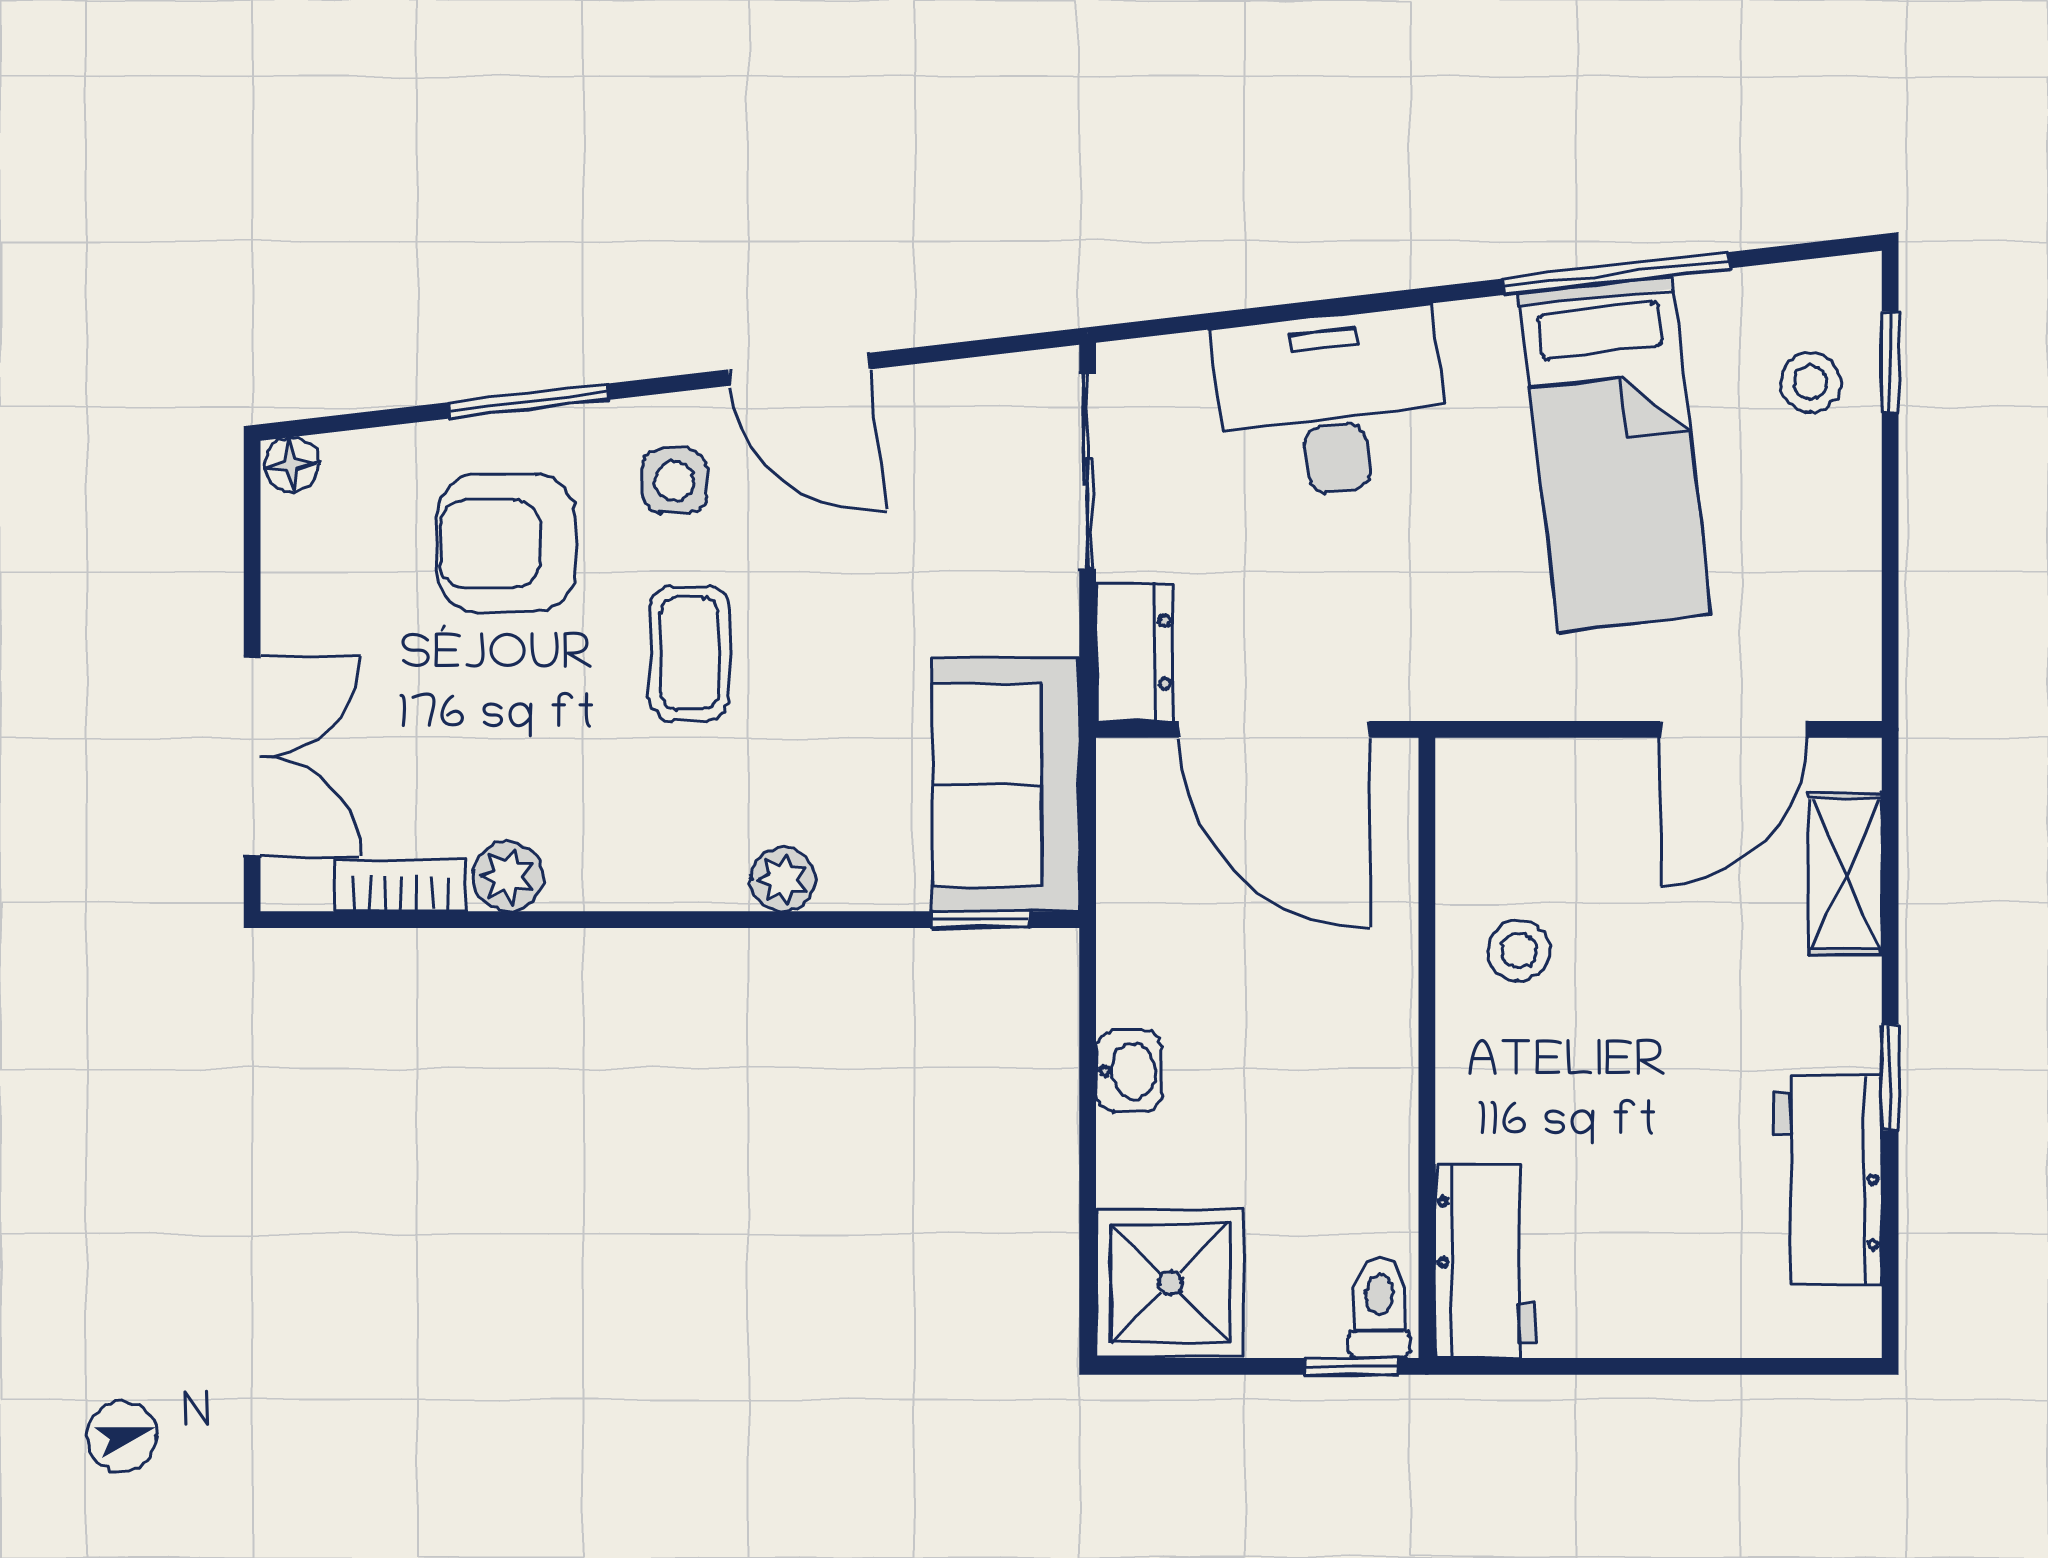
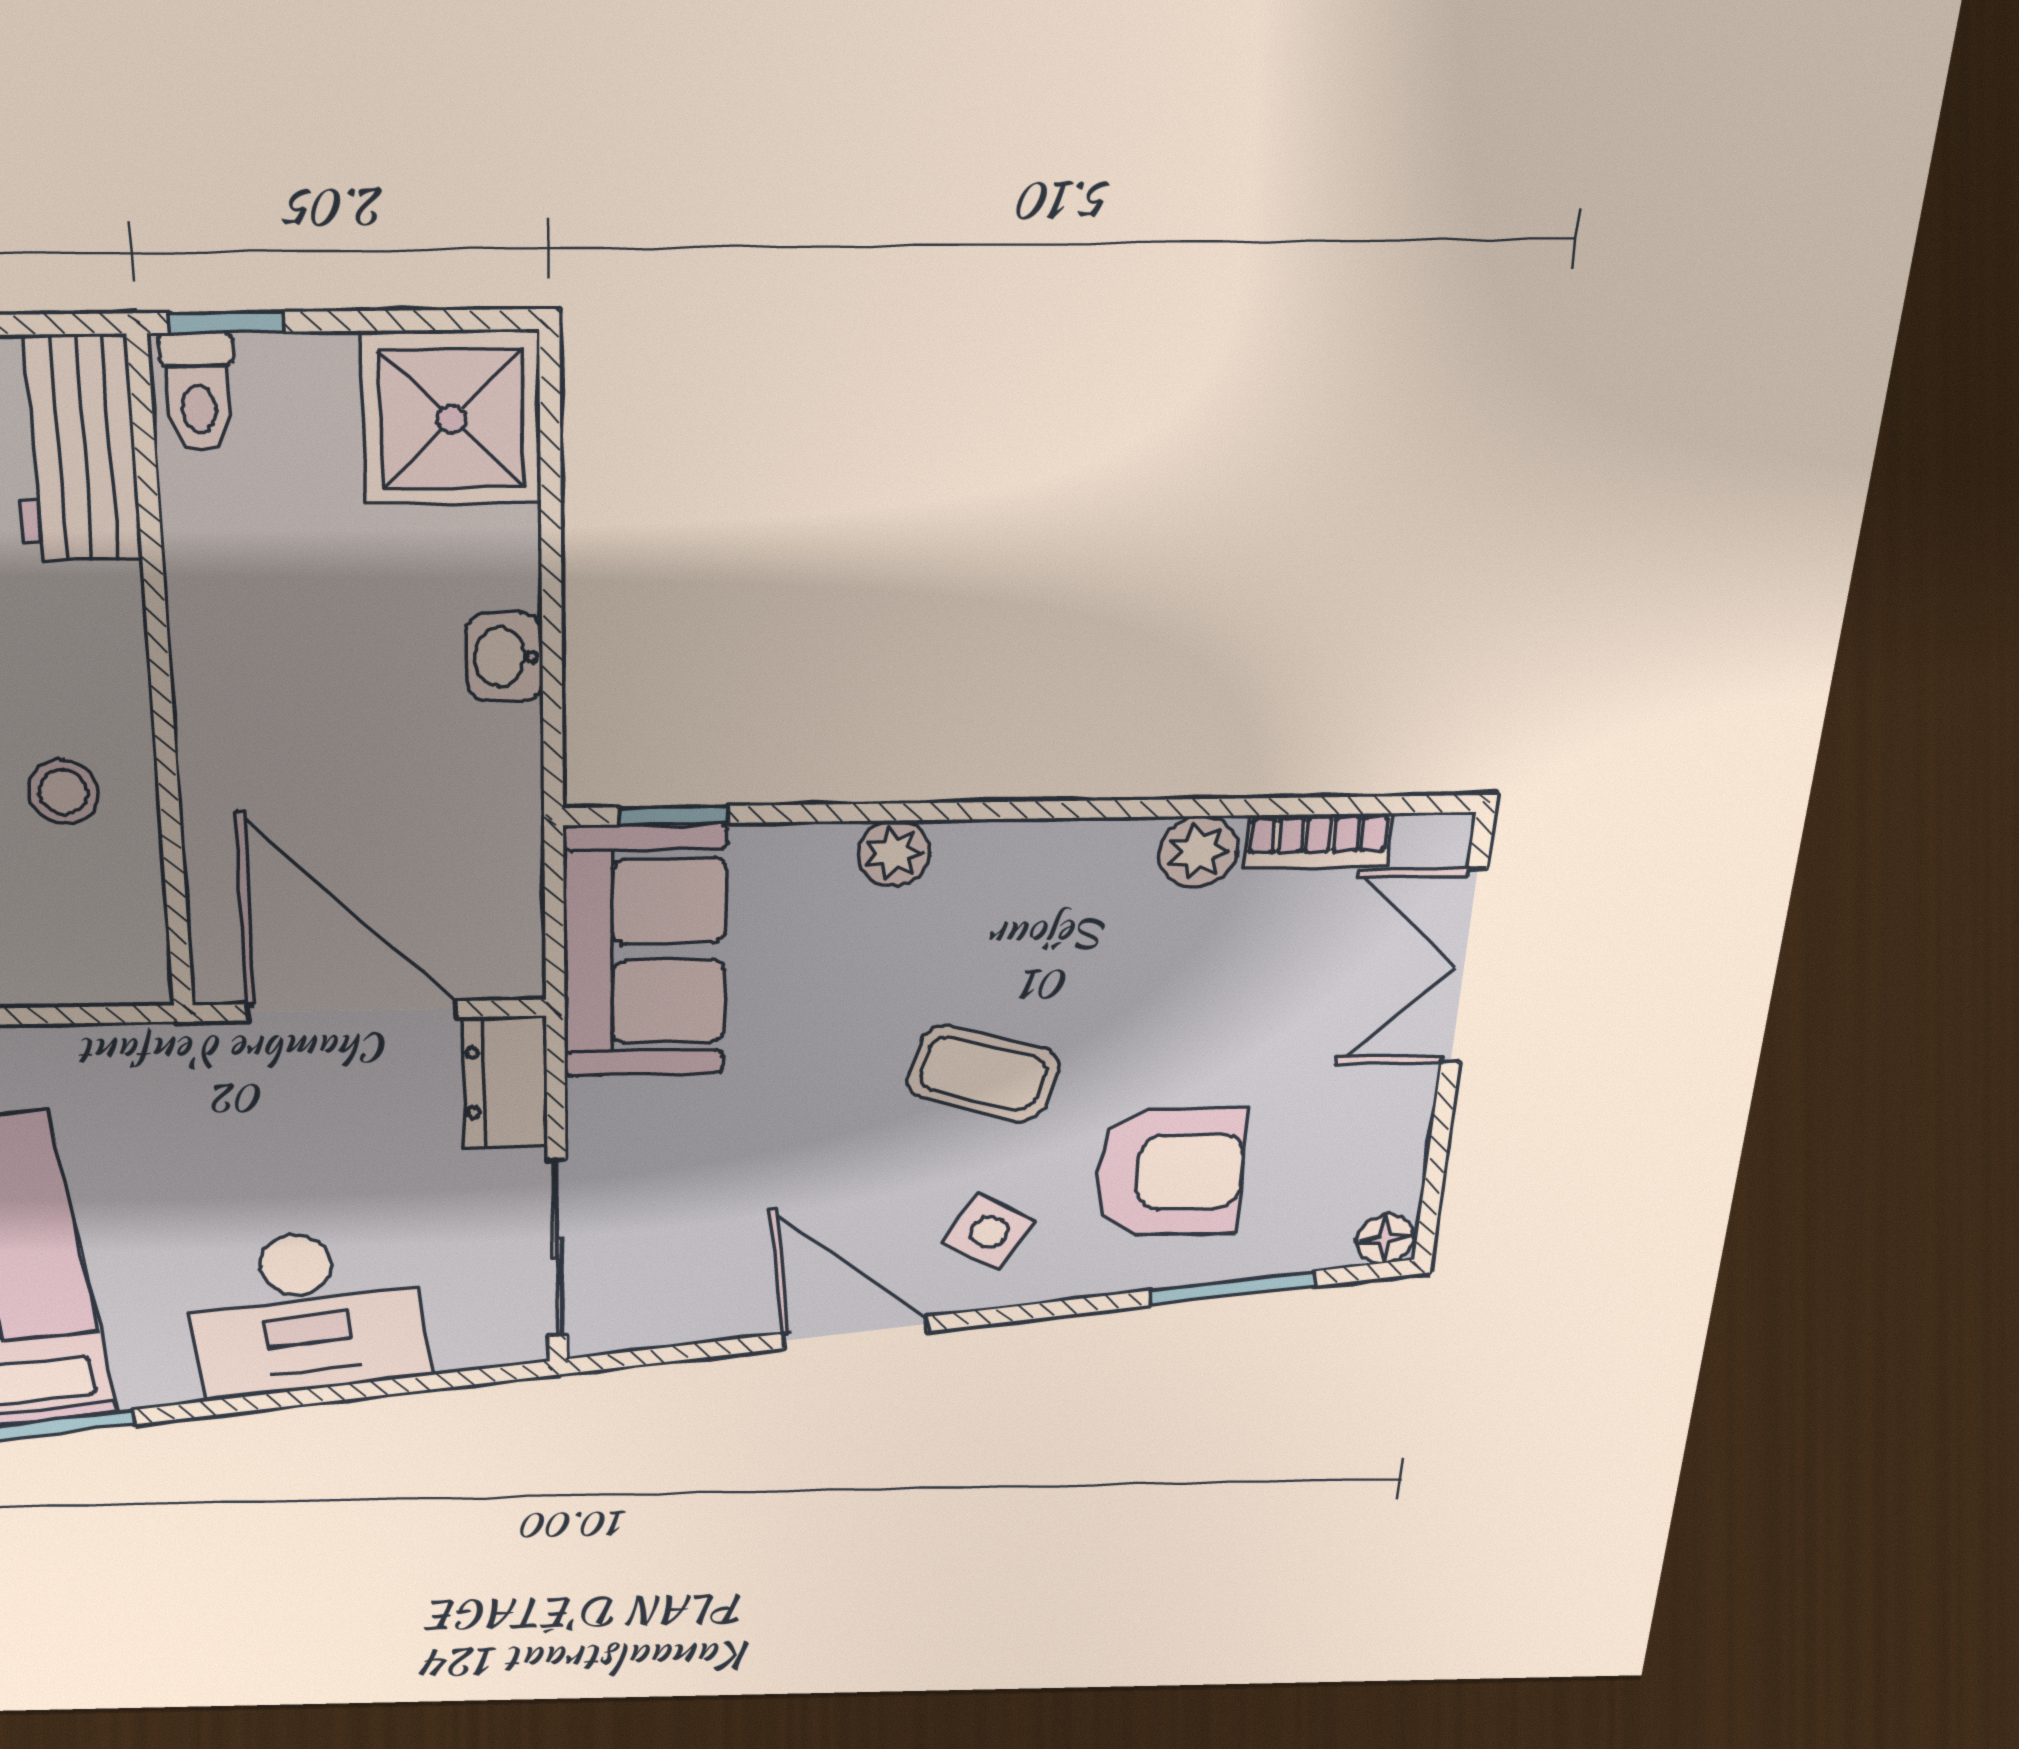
window: (529, 401) -> (1232, 1288), moved
side table: (674, 481) -> (989, 1232), turned 30
coffee table: (690, 653) -> (983, 1073), turned -74

